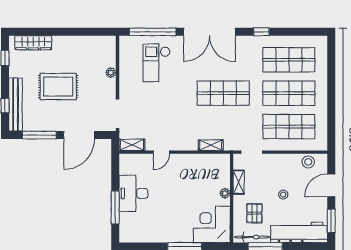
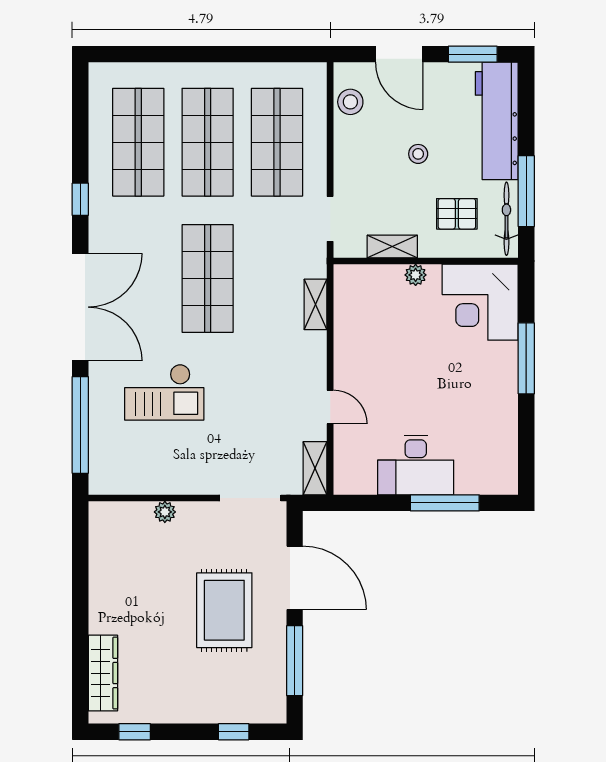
checkout: (157, 63) -> (164, 392), moved
rug: (58, 87) -> (224, 610), moved
bench: (15, 104) -> (231, 710), removed

